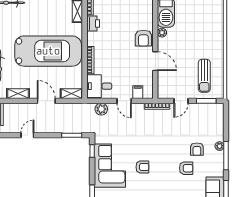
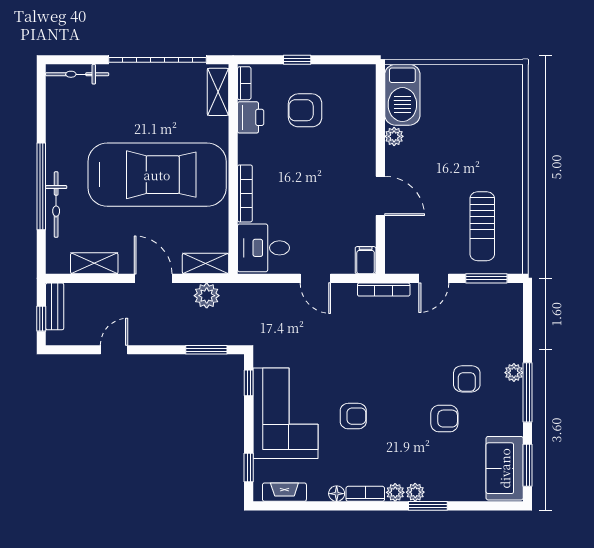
armchair: (143, 38) -> (305, 110), moved, turned 90
filing cabinet: (138, 92) -> (366, 260), moved
plant: (101, 109) -> (207, 296), moved

